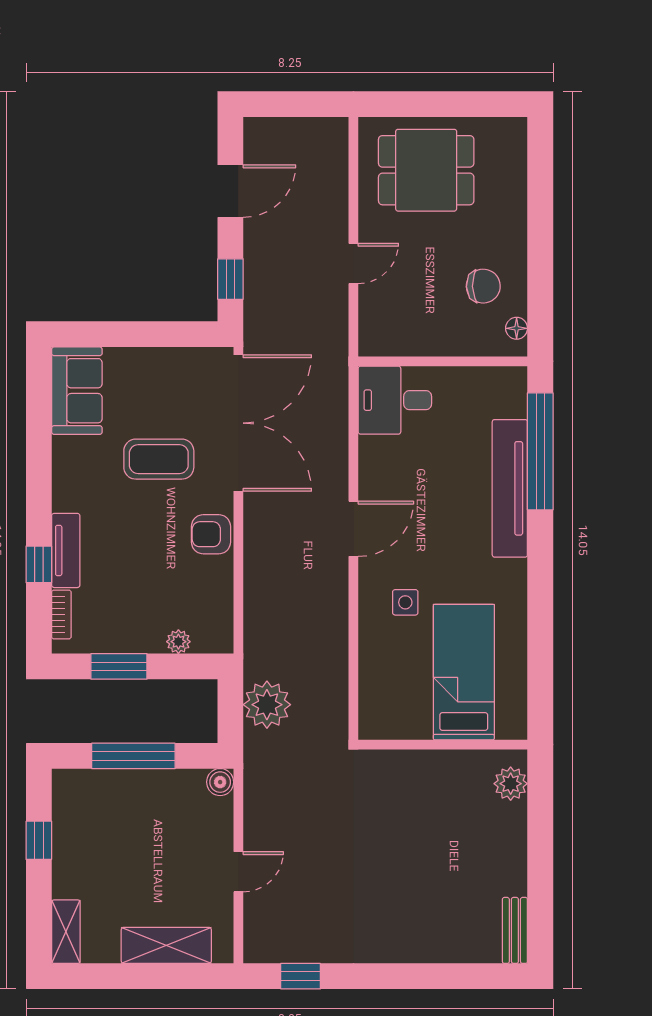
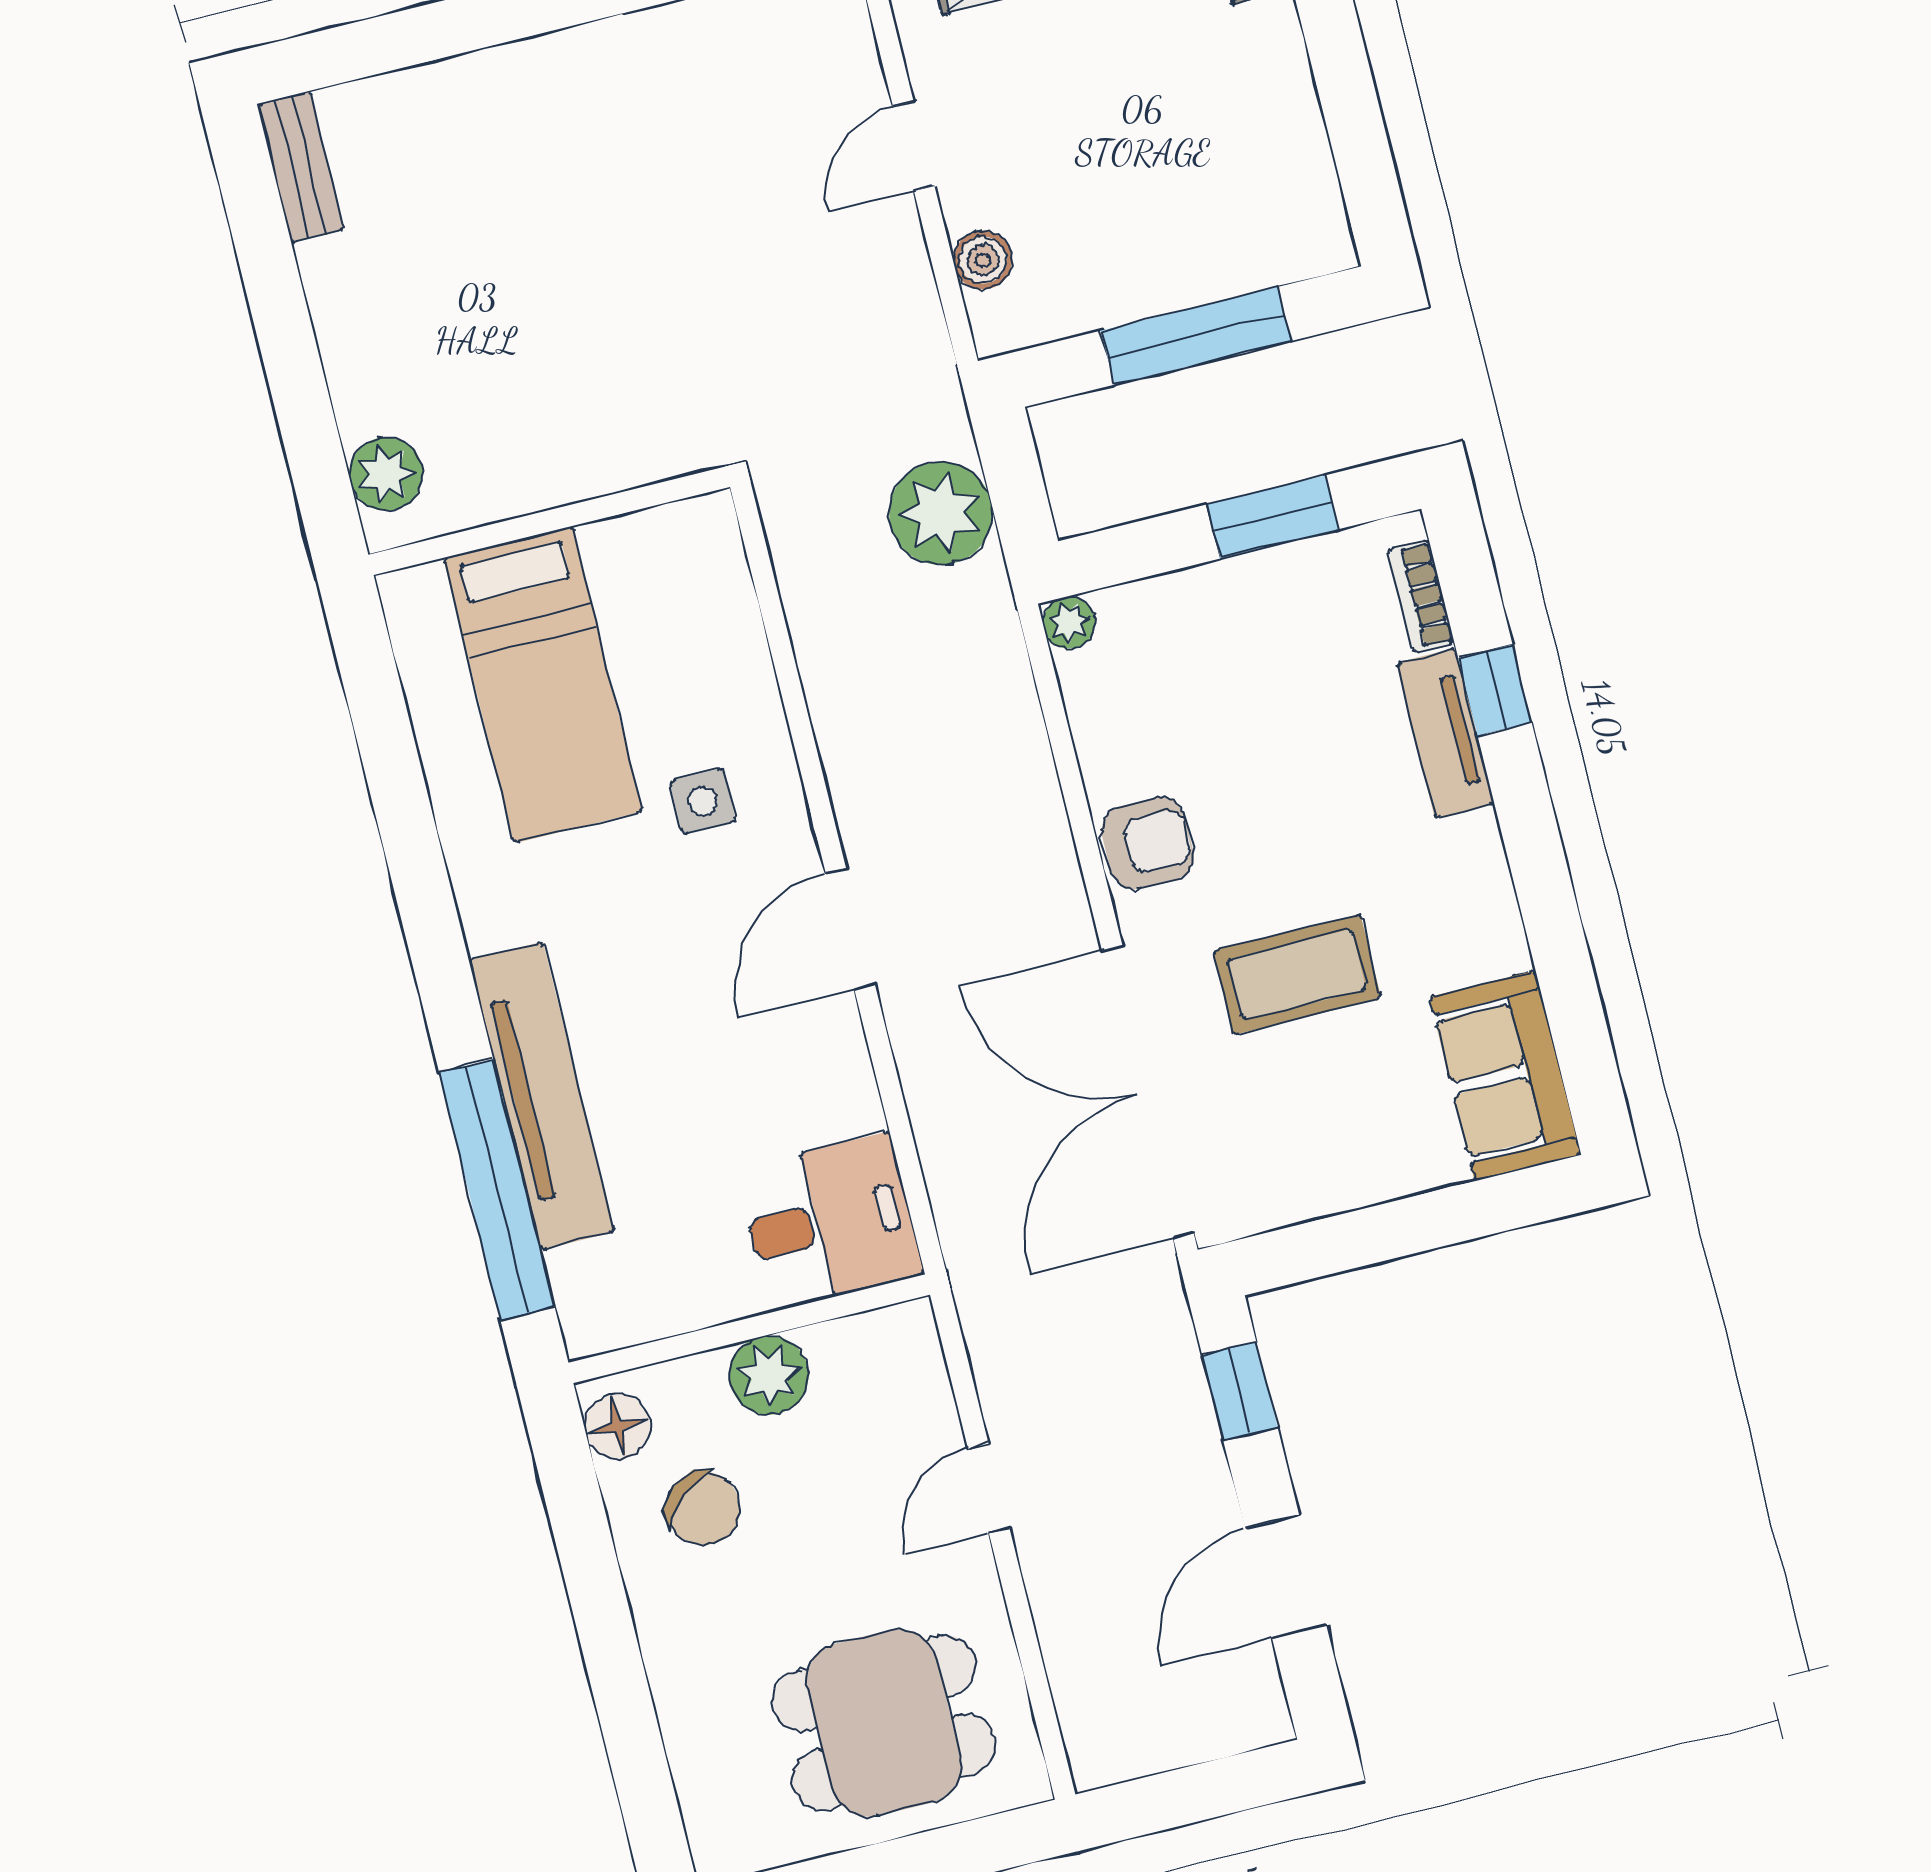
chair: (483, 286) -> (703, 1508), turned -128
floor lamp: (517, 328) -> (618, 1426), width x1.37, depth x1.37
plant: (439, 338) -> (769, 1375), added
plant: (178, 642) -> (1069, 623), moved
boiler: (220, 782) -> (983, 260), moved
window: (39, 840) -> (1351, 108), removed

